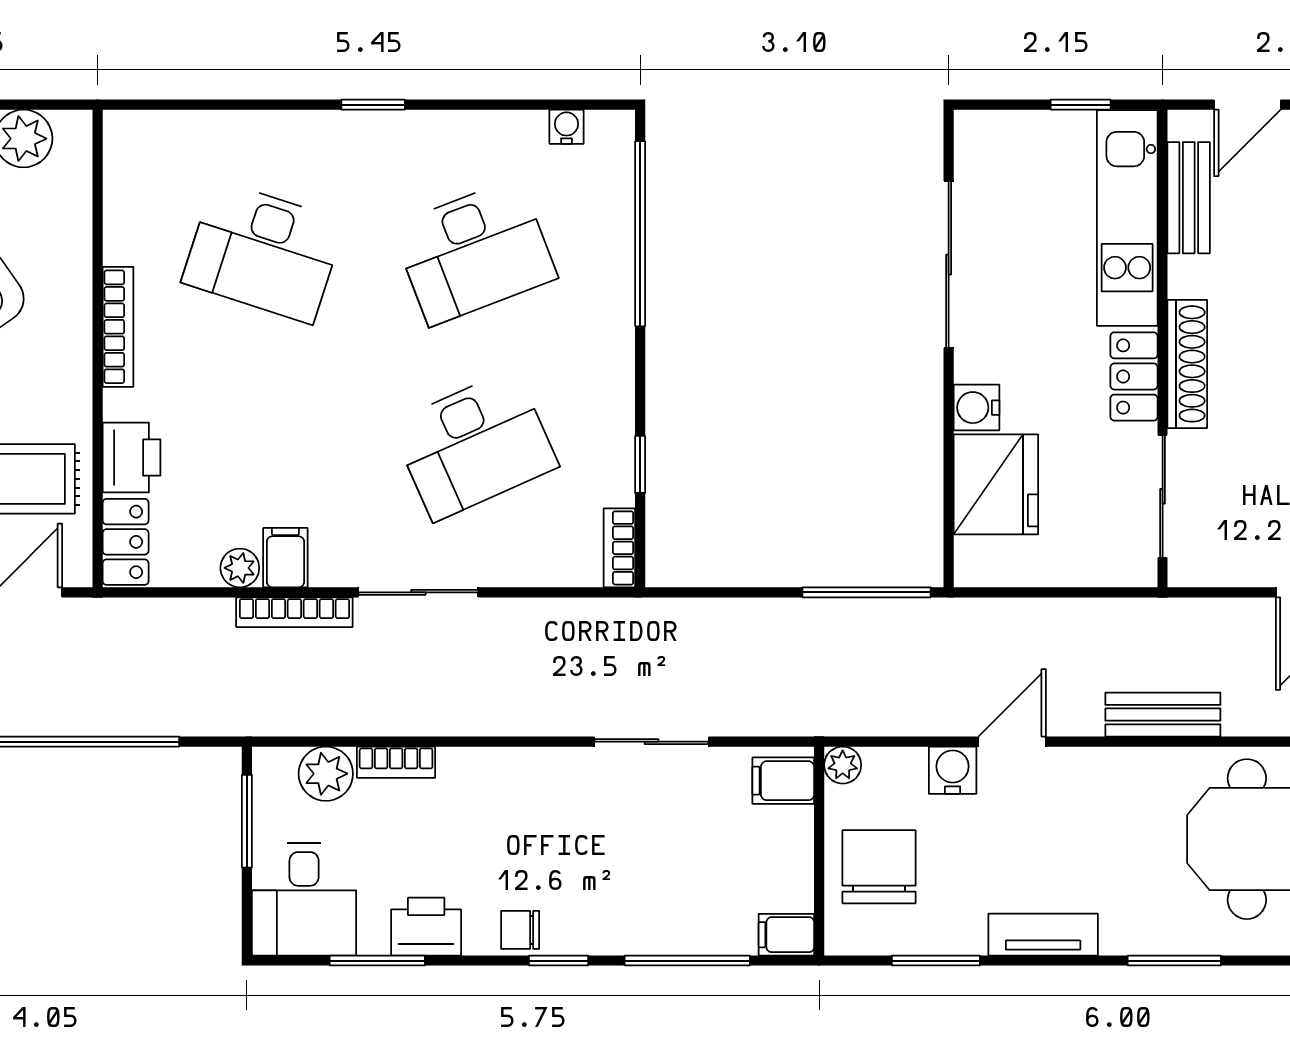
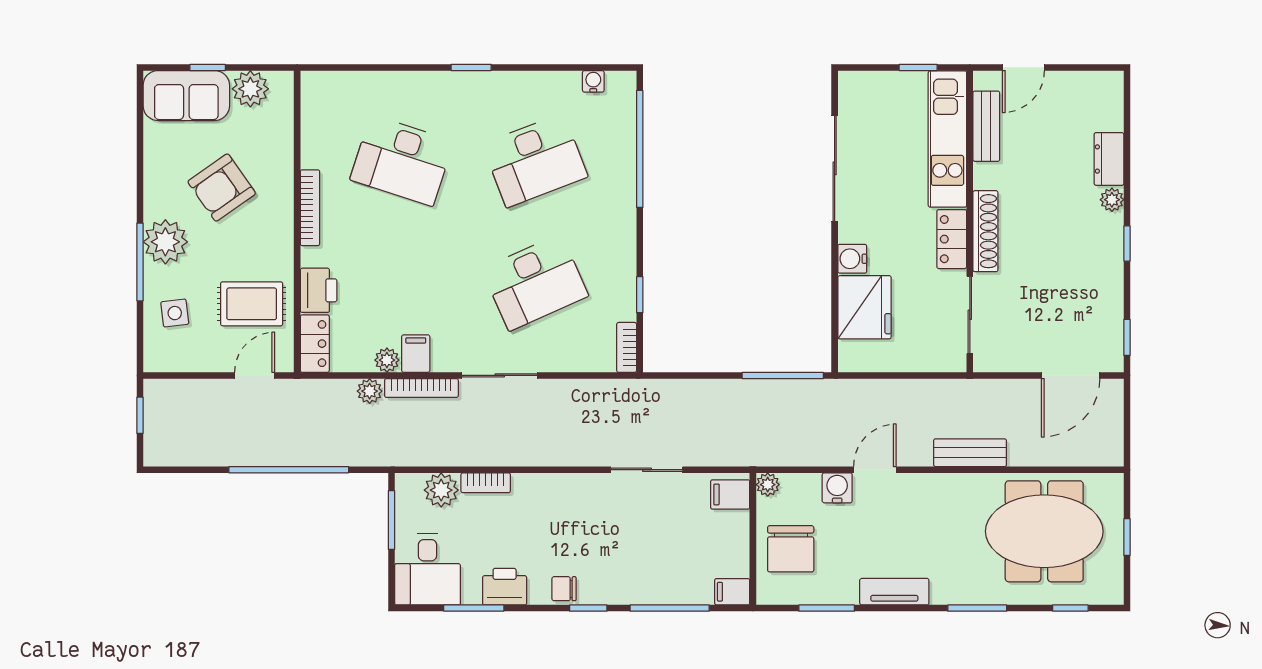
plant: (212, 617) -> (370, 391), added
chair: (879, 867) -> (791, 549), turned 180

